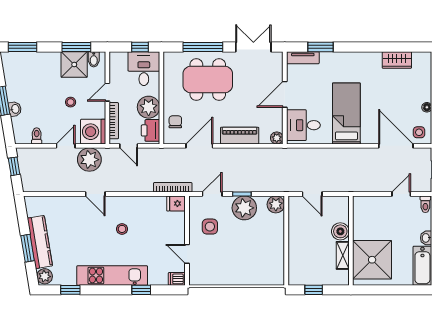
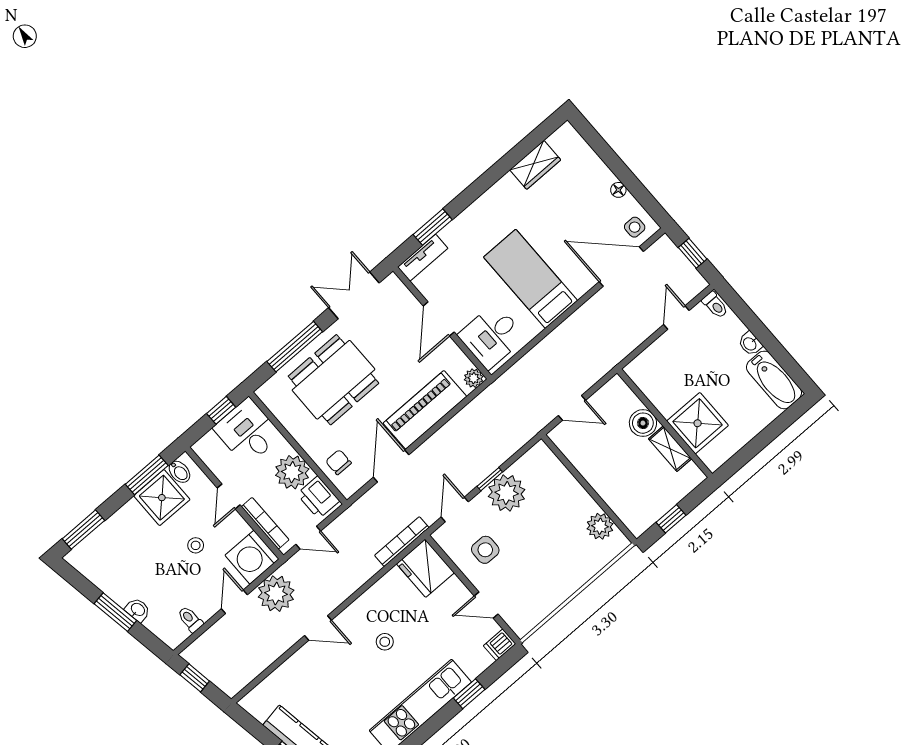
piano: (240, 136) -> (425, 410), width x1.37, depth x1.33
fridge: (176, 203) -> (425, 568), width x1.88, depth x1.34
plant: (276, 204) -> (600, 526), moved
shower: (372, 260) -> (698, 423), width x0.73, depth x0.73

